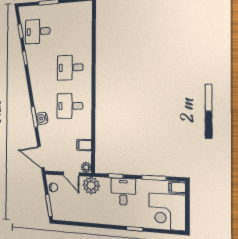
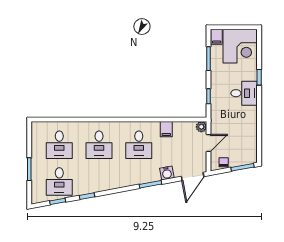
desk: (70, 29) -> (59, 145), added
water cooler: (42, 118) -> (167, 173), moved
filing cabinet: (84, 145) -> (166, 129), moved
plant: (91, 185) -> (219, 121), removed
desk: (123, 192) -> (244, 93), moved, turned 180

